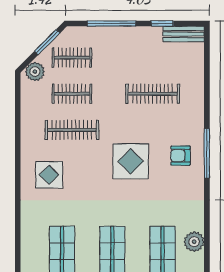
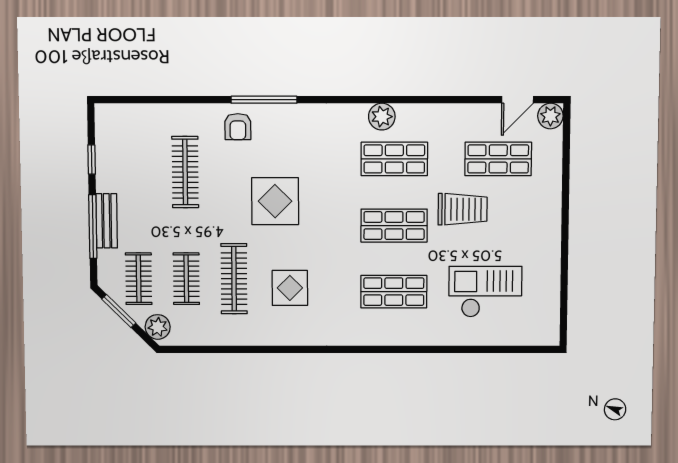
bench: (184, 34) -> (107, 221), moved
armchair: (181, 156) -> (238, 127), moved
display table: (49, 175) -> (290, 288), moved

